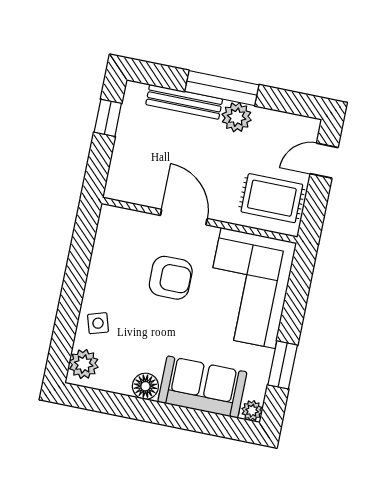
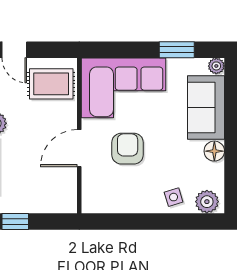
rug: (272, 198) -> (51, 84), turned 90

